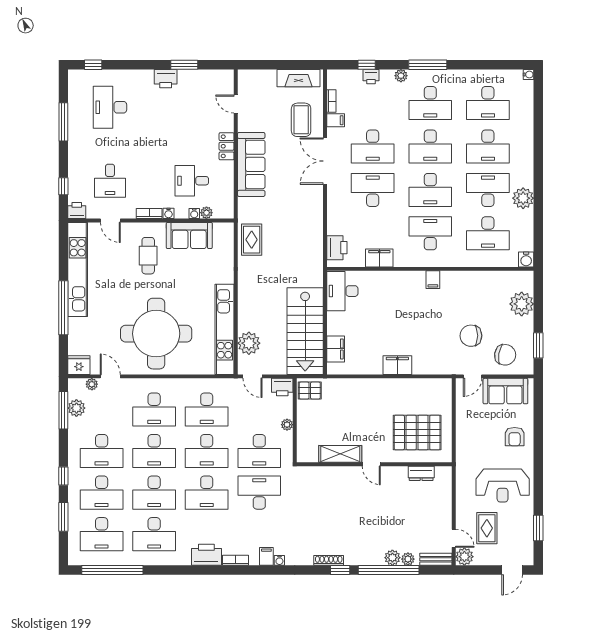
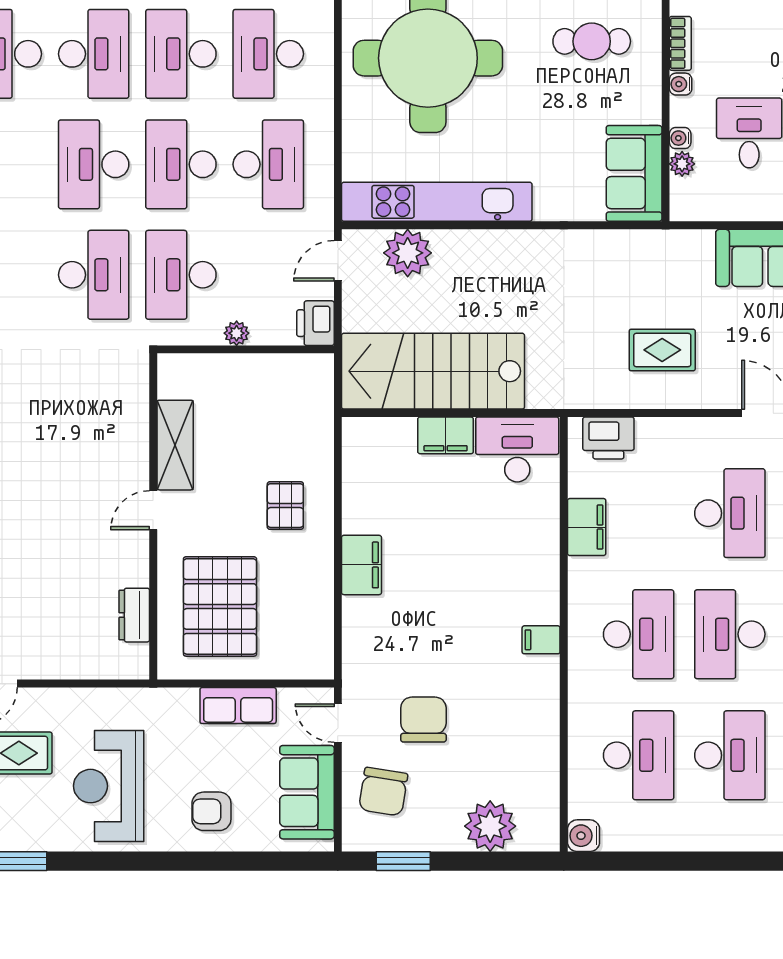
plant: (523, 198) -> (712, 829), removed
desk: (488, 233) -> (639, 755), turned 180
sofa: (189, 235) -> (634, 173), moved
rug: (252, 240) -> (662, 350), moved
filing cabinet: (336, 349) -> (446, 435), moved
pallet: (310, 391) -> (285, 506), moved
desk: (207, 410) -> (268, 164), turned 180
row of seats: (464, 424) -> (238, 706), added
desk: (154, 493) -> (94, 54), turned 180

